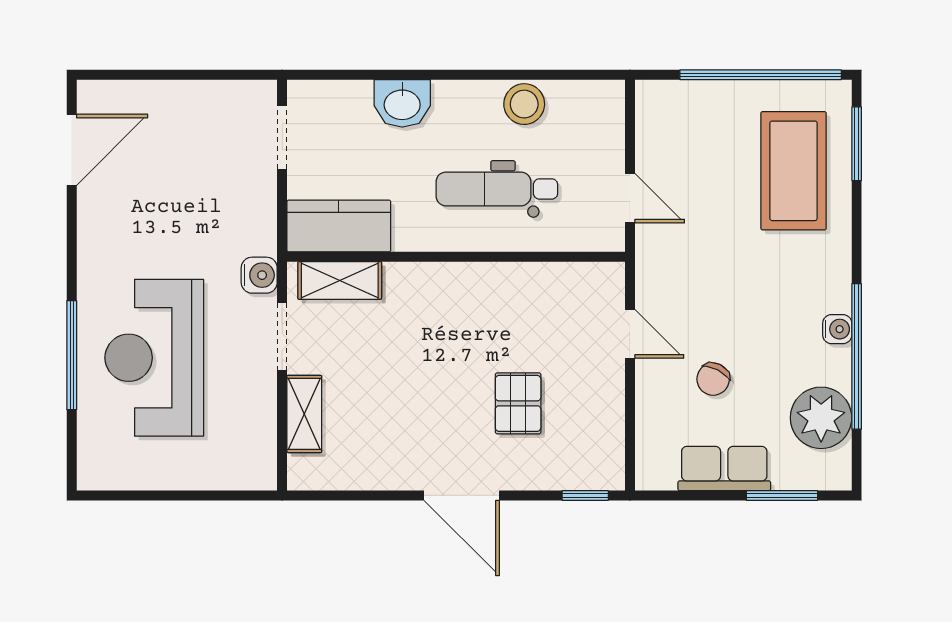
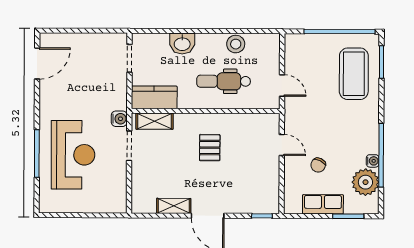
water cooler: (837, 329) -> (373, 161), moved
reception desk: (154, 358) -> (73, 155), turned 180
pallet: (518, 403) -> (210, 148), moved
shelving: (304, 414) -> (174, 206), moved, turned 90

